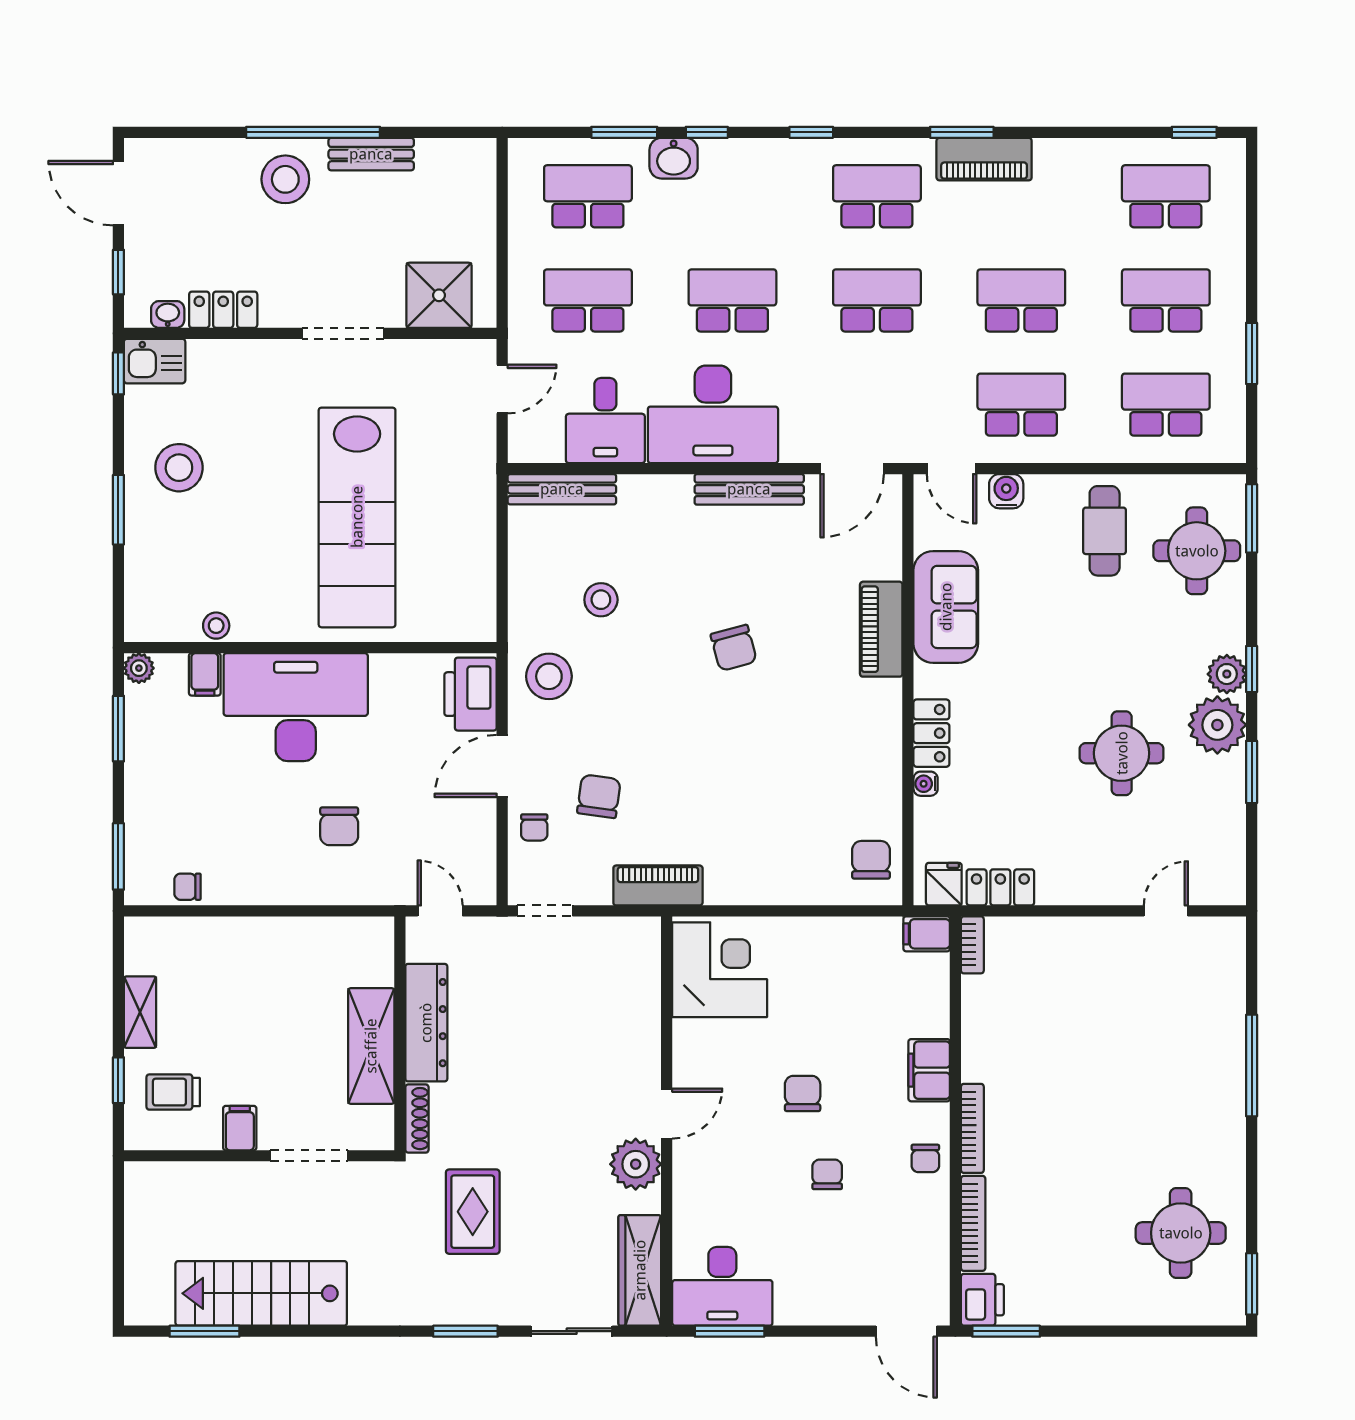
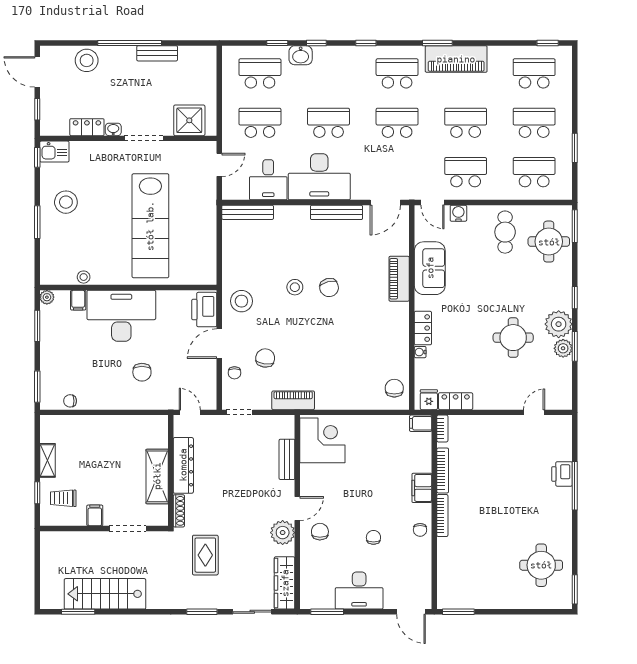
window: (624, 132) -> (277, 43), width x0.67
piano: (984, 159) -> (456, 59), width x1.37, depth x1.33
stool: (285, 179) -> (87, 60), moved
washbasin: (168, 314) -> (113, 129), moved
stool: (601, 600) -> (295, 287), moved
plant: (1227, 674) -> (563, 348), moved
bench: (645, 1010) -> (287, 459), added
chair: (803, 1094) -> (320, 532), moved
bookcase: (973, 1223) -> (443, 470), moved
desk: (722, 1286) -> (359, 591), moved
printer: (982, 1300) -> (562, 474), moved, turned 180

